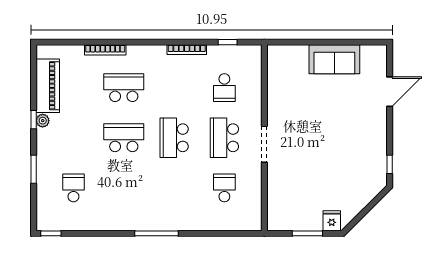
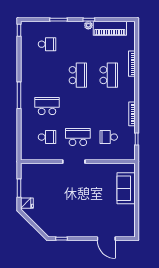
sofa: (334, 59) -> (126, 188), moved
school desk: (174, 138) -> (47, 106), moved

